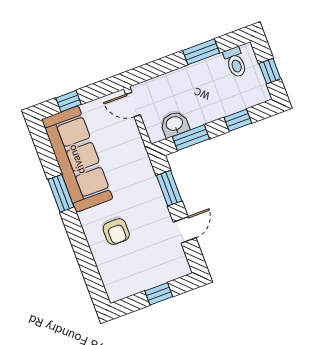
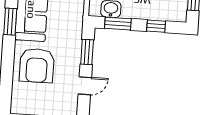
armchair: (116, 232) -> (37, 66), width x1.88, depth x1.88

